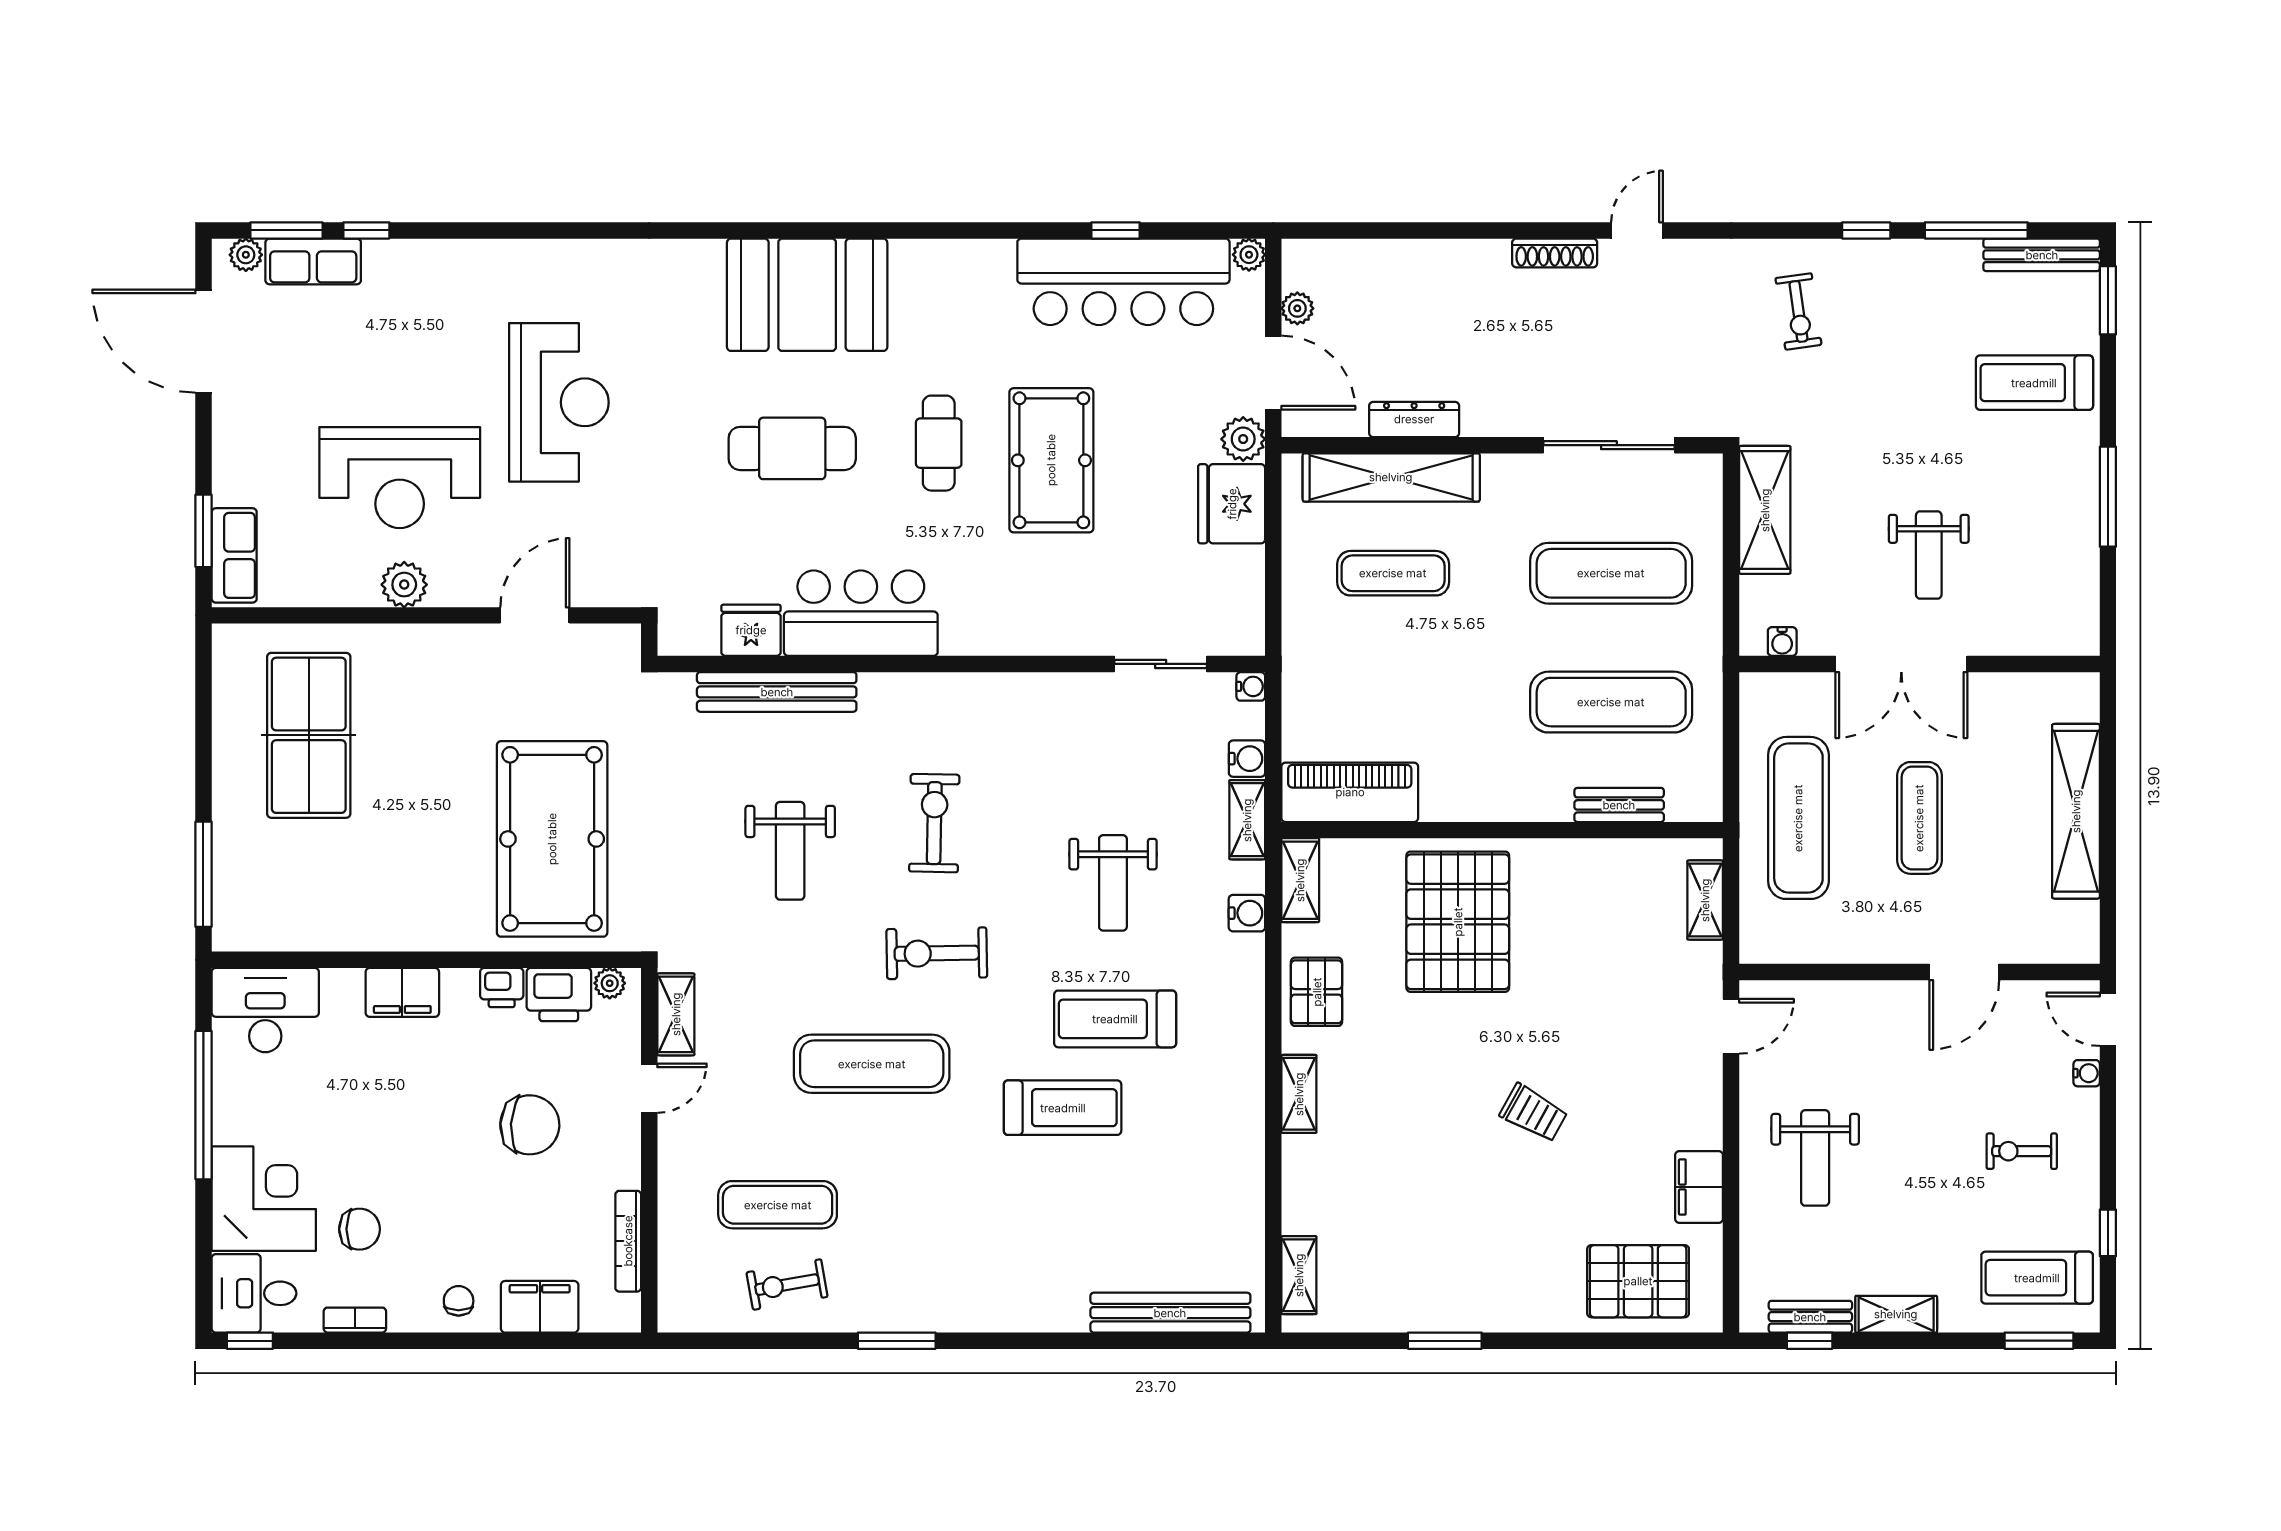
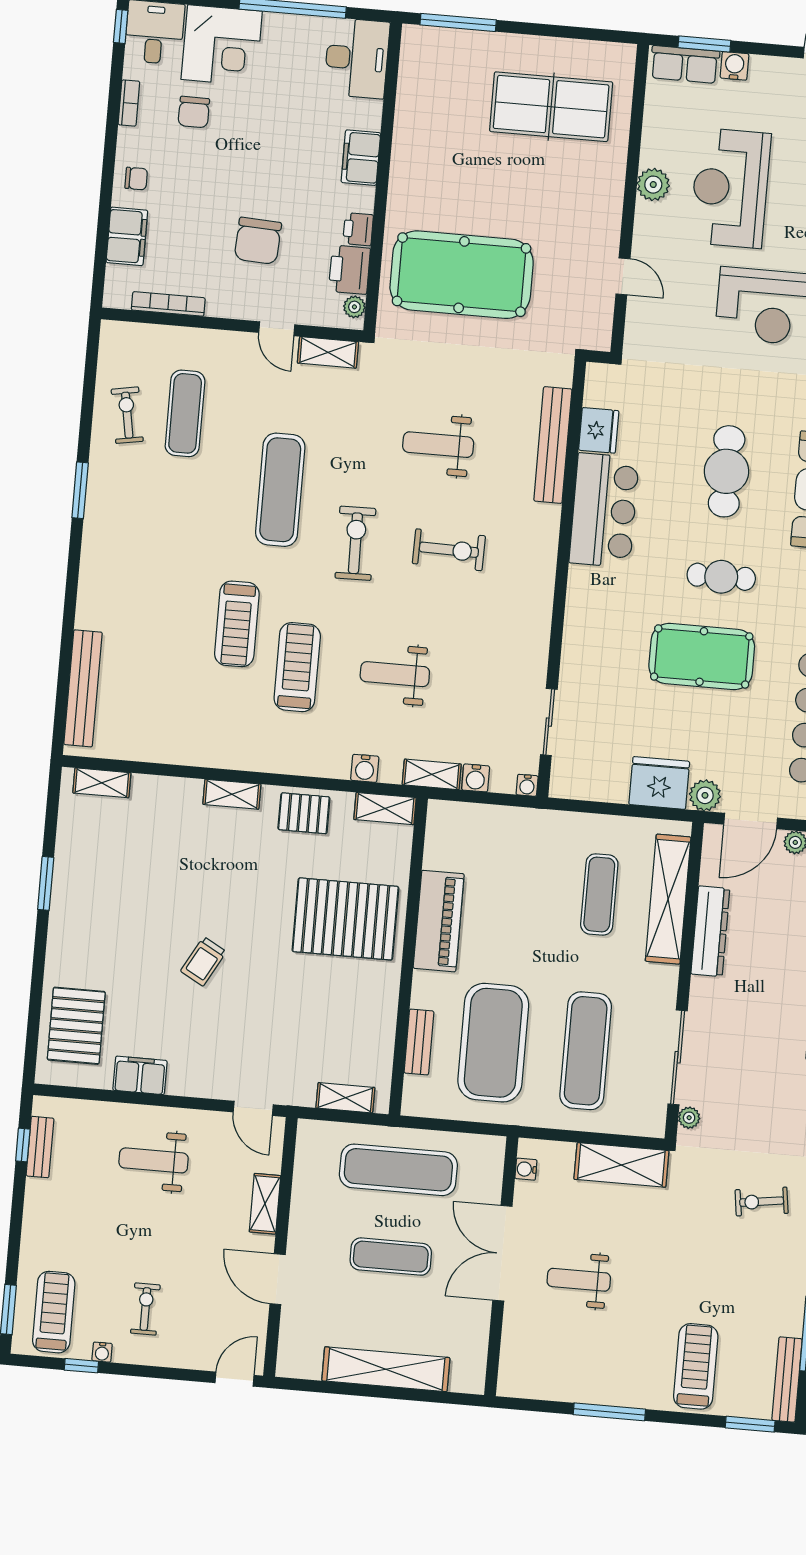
dresser: (1414, 419) -> (710, 931), width x1.37, depth x1.24
plant: (1691, 422) -> (689, 1118), added
water cooler: (230, 486) -> (734, 66), added
door: (535, 615) -> (623, 276), width x0.73
exercise mat: (1611, 702) -> (493, 1043), width x1.47
piano: (1350, 792) -> (439, 921), moved
water cooler: (2087, 1073) -> (102, 1352), moved
shelving: (1896, 1314) -> (265, 1204), moved

